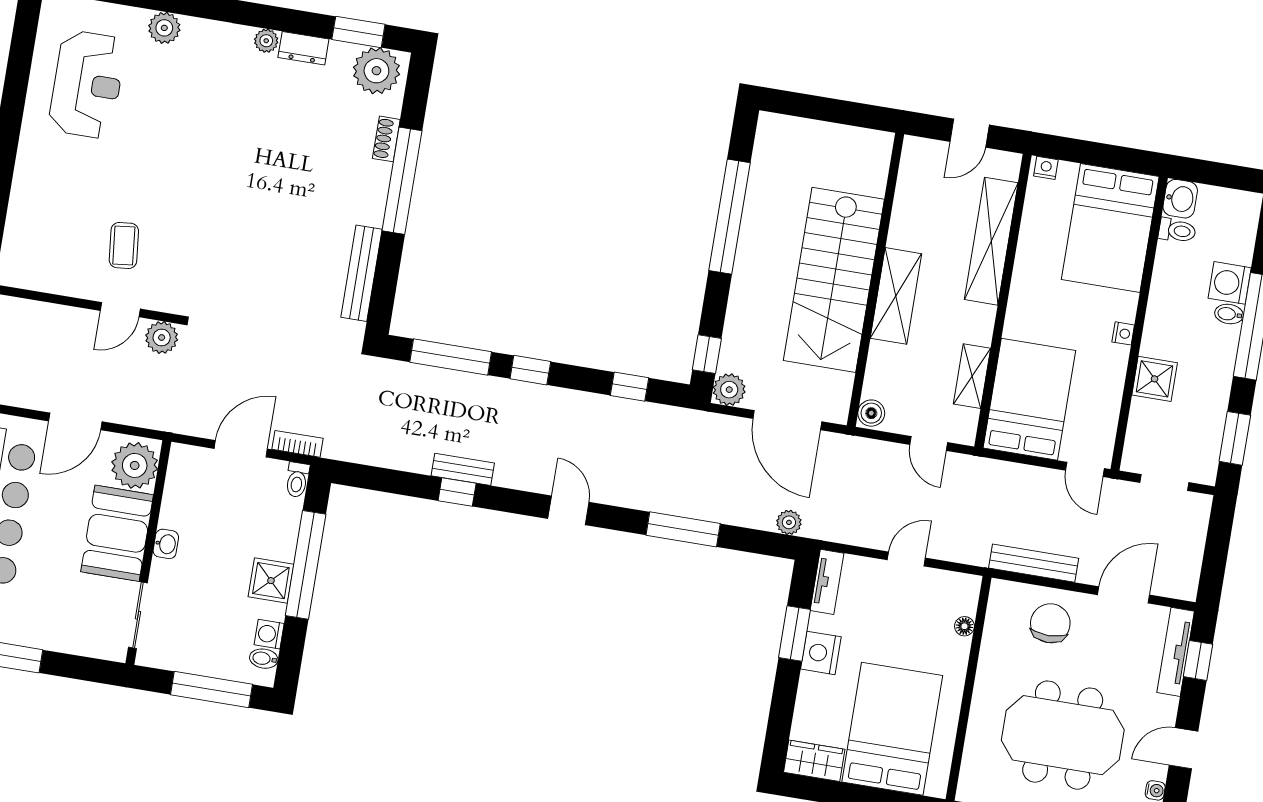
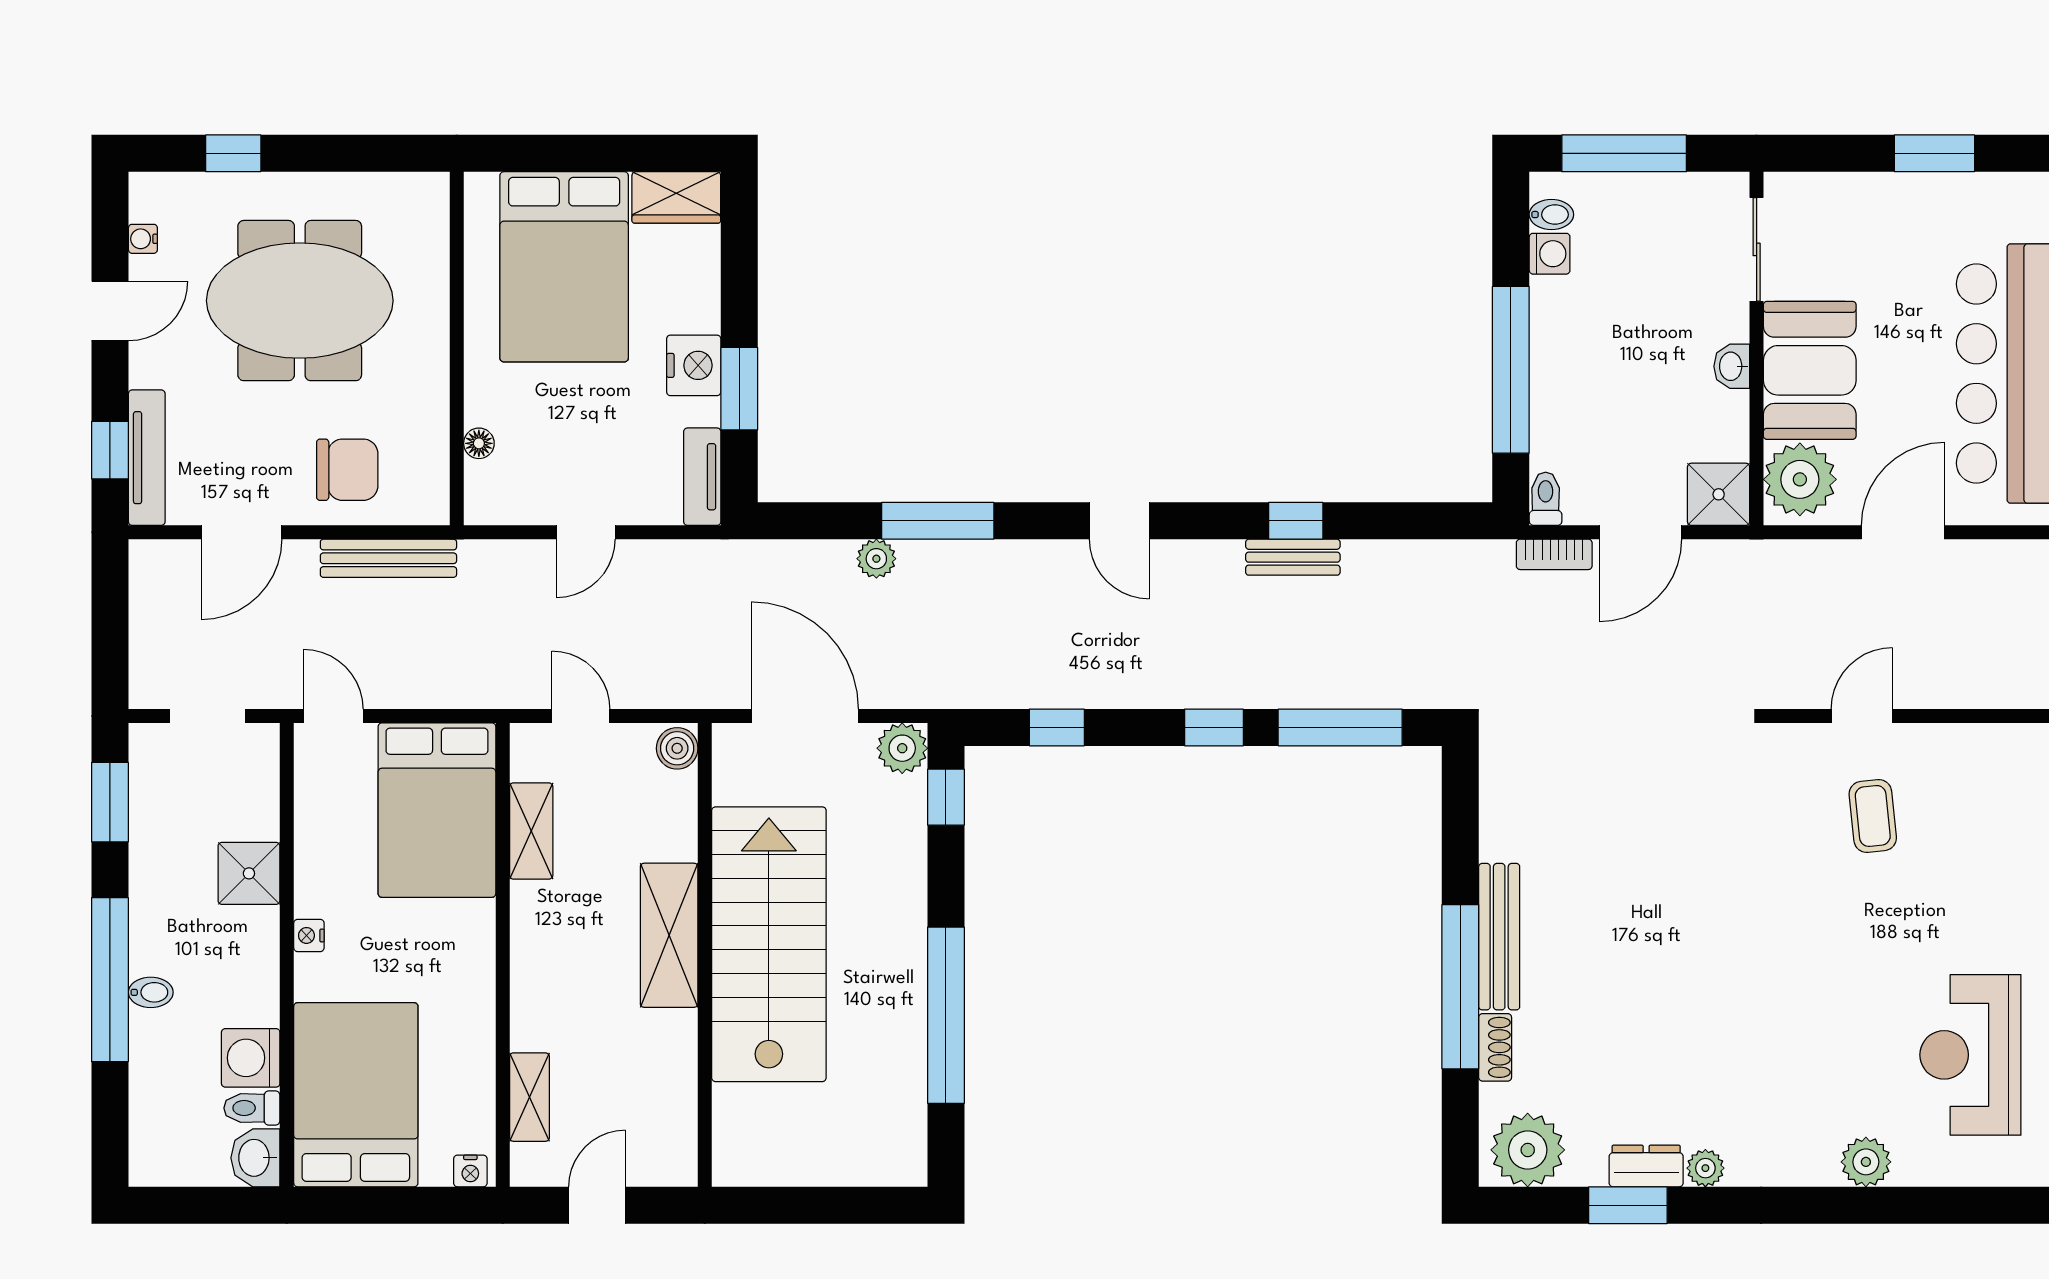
window: (358, 32) -> (1628, 1205), moved
shelving: (991, 241) -> (529, 1097), width x0.45, depth x0.75
bench: (361, 273) -> (1499, 937), moved
washing machine: (1230, 283) -> (251, 1058), moved, turned 180
plant: (162, 337) -> (1791, 684), removed
plant: (789, 522) -> (876, 559), moved
shower: (271, 581) -> (1719, 494), moved
chair: (1050, 623) -> (347, 470), turned -90

